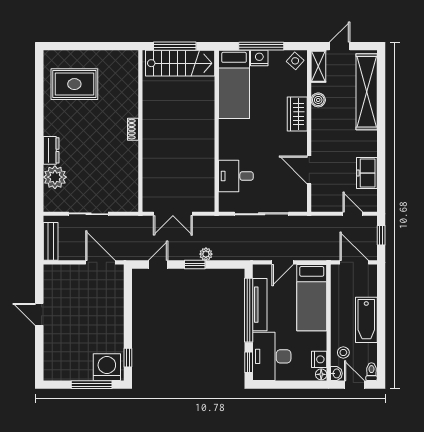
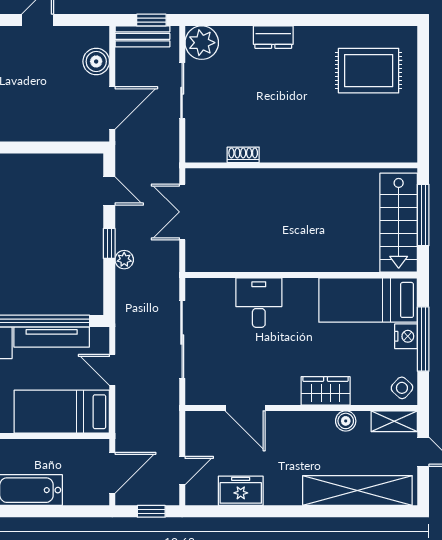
rug: (74, 84) -> (369, 71), turned 90
shoe rack: (133, 129) -> (243, 155), moved
door: (309, 170) -> (245, 408), swing flipped
desk: (236, 176) -> (259, 303), moved
plant: (55, 177) -> (202, 43), moved
window: (39, 235) -> (151, 20), added
boiler: (68, 274) -> (96, 61), added

